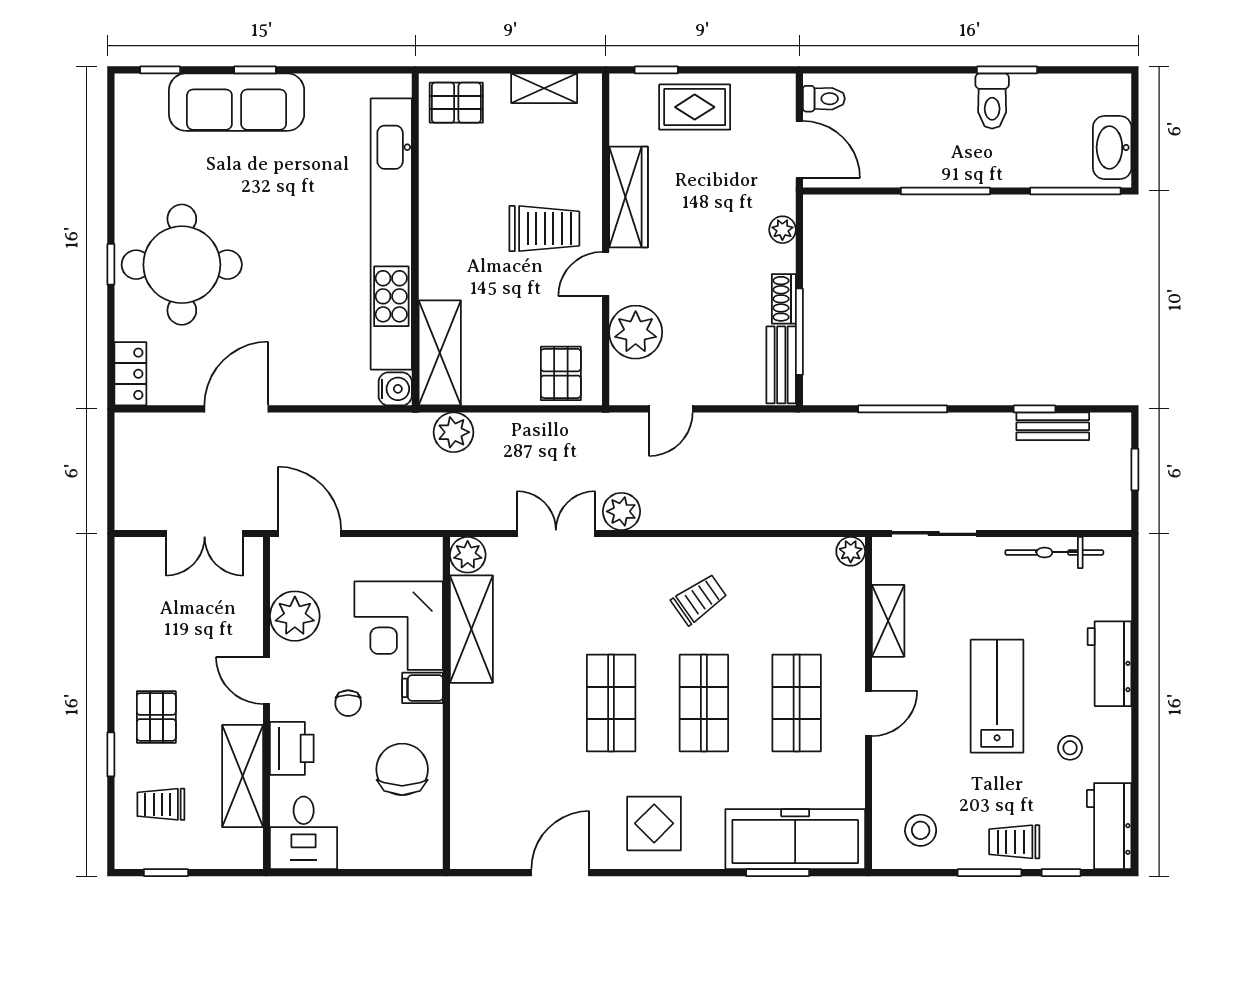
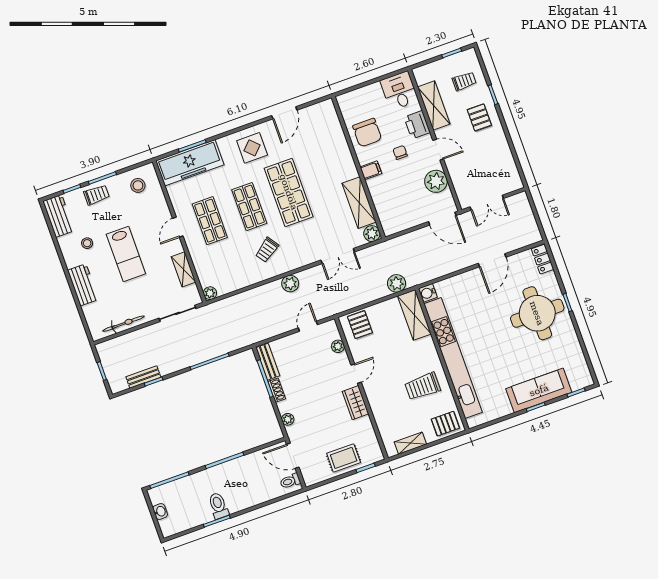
washbasin: (1112, 147) -> (160, 511), width x0.52, depth x0.69
wardrobe: (628, 197) -> (356, 403), width x0.67
trolley: (544, 229) -> (423, 386), moved
plant: (636, 332) -> (338, 346), width x0.53, depth x0.53
plant: (621, 511) -> (290, 284), moved
double door: (205, 534) -> (487, 203), swing flipped
corner desk: (399, 626) -> (390, 193), removed
shop shelf: (611, 703) -> (289, 192), width x1.43, depth x1.36

